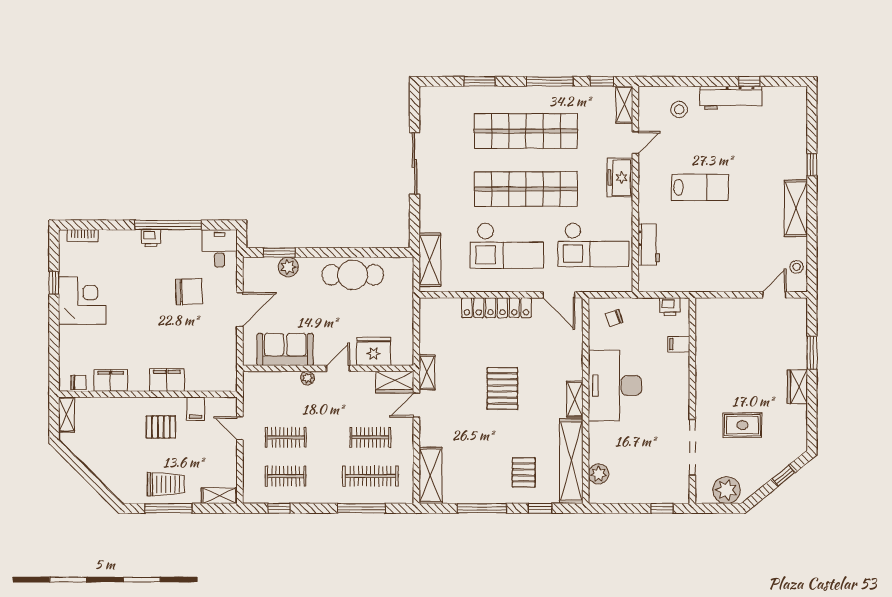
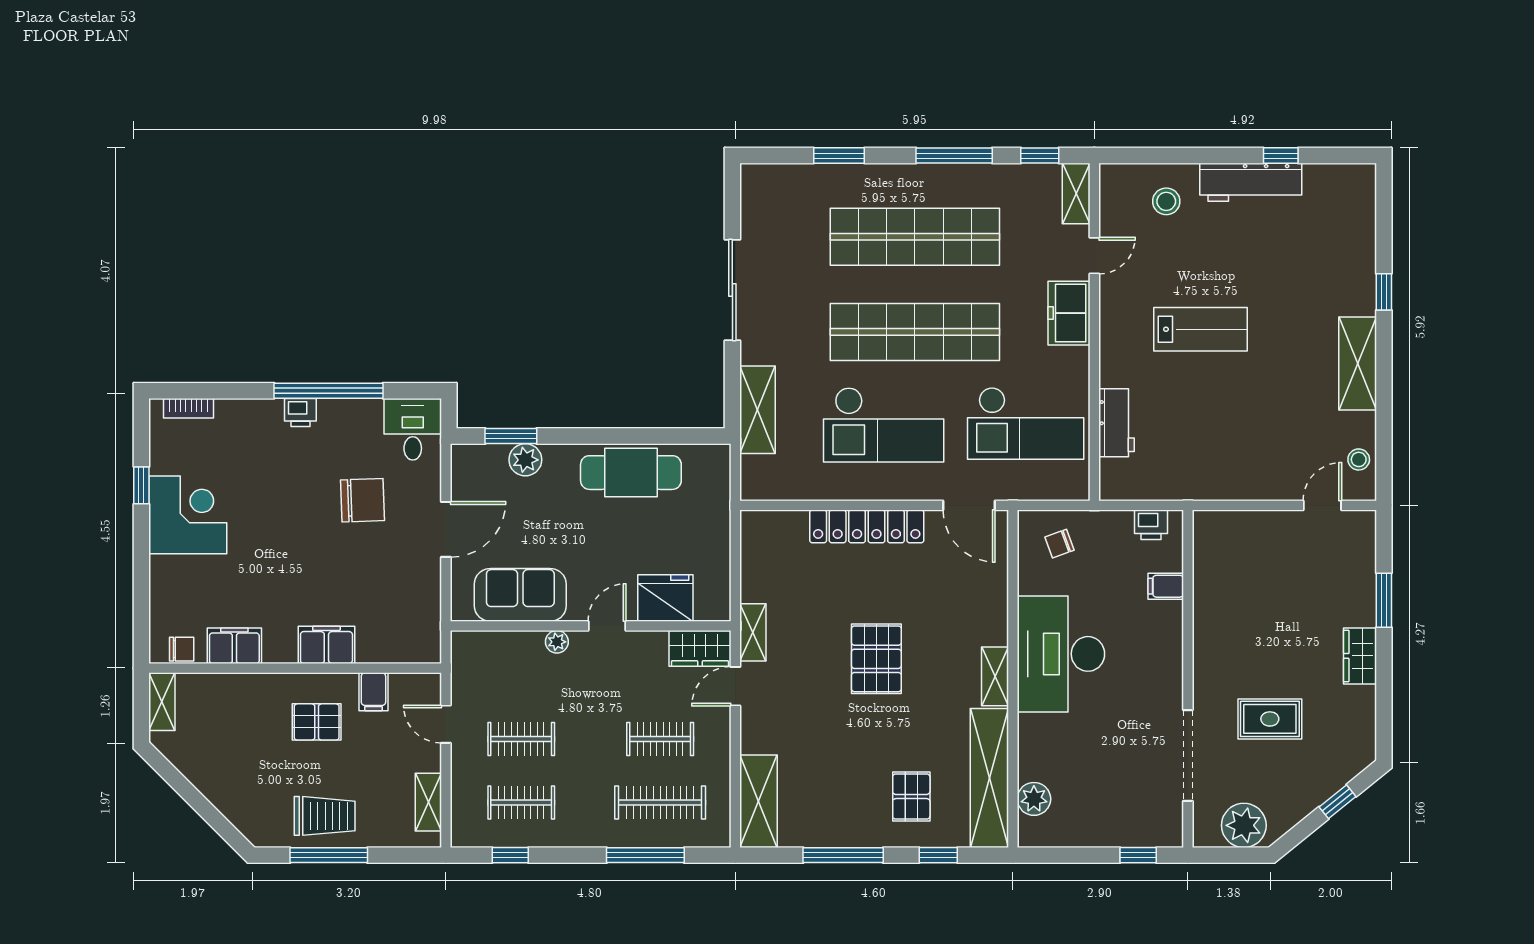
shelving: (430, 260) -> (757, 410), moved
shelving: (219, 496) -> (428, 802), moved, turned 90

